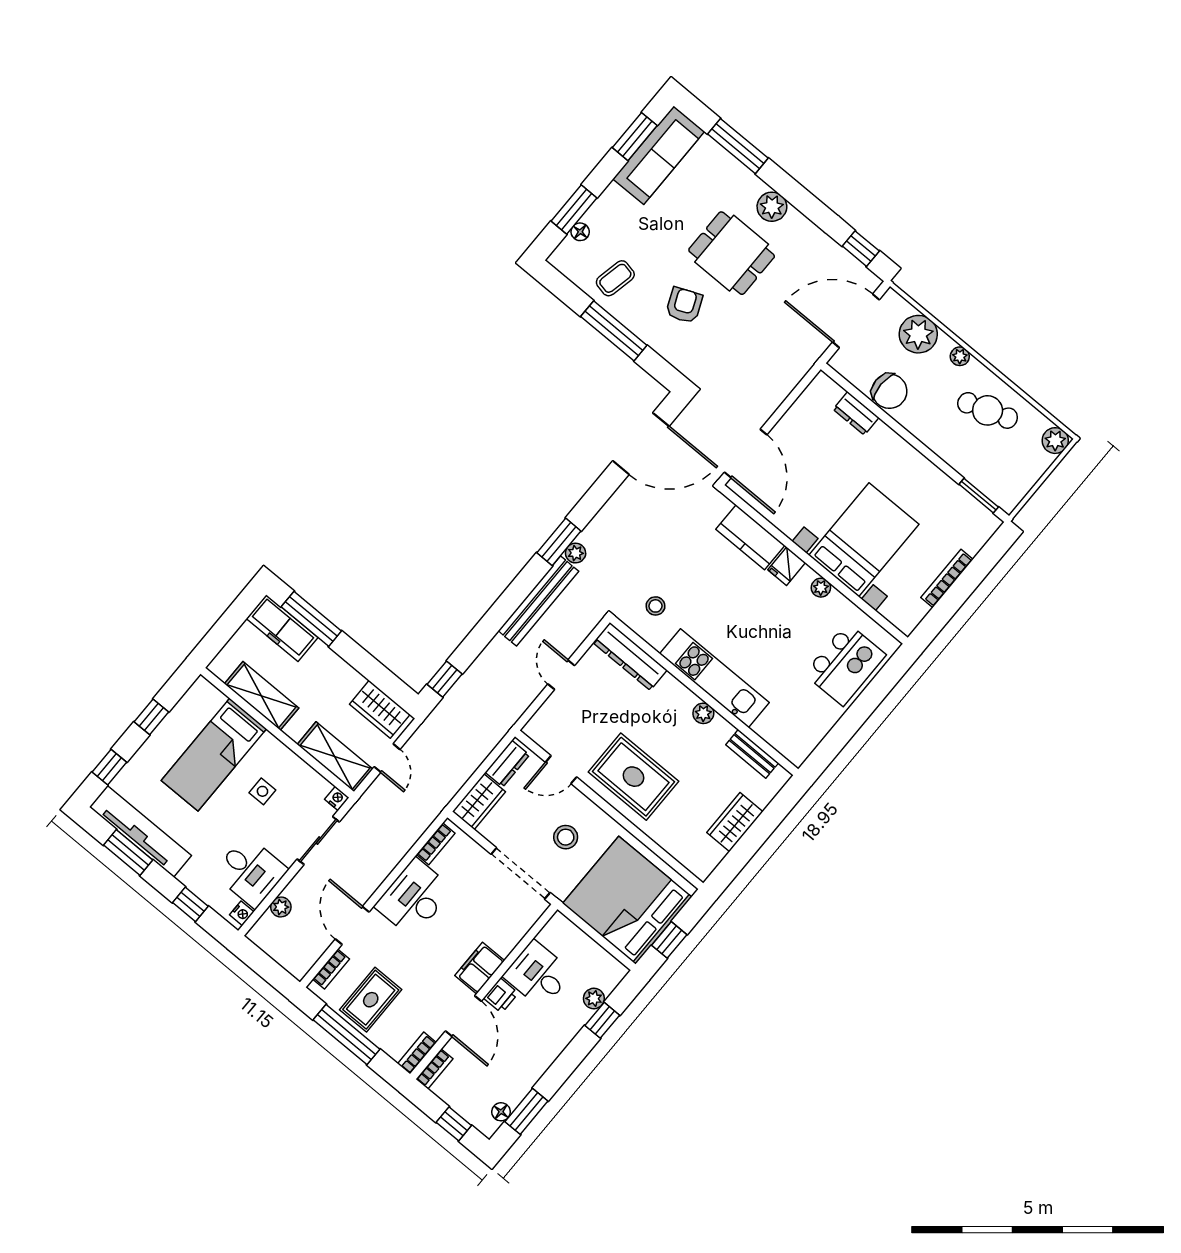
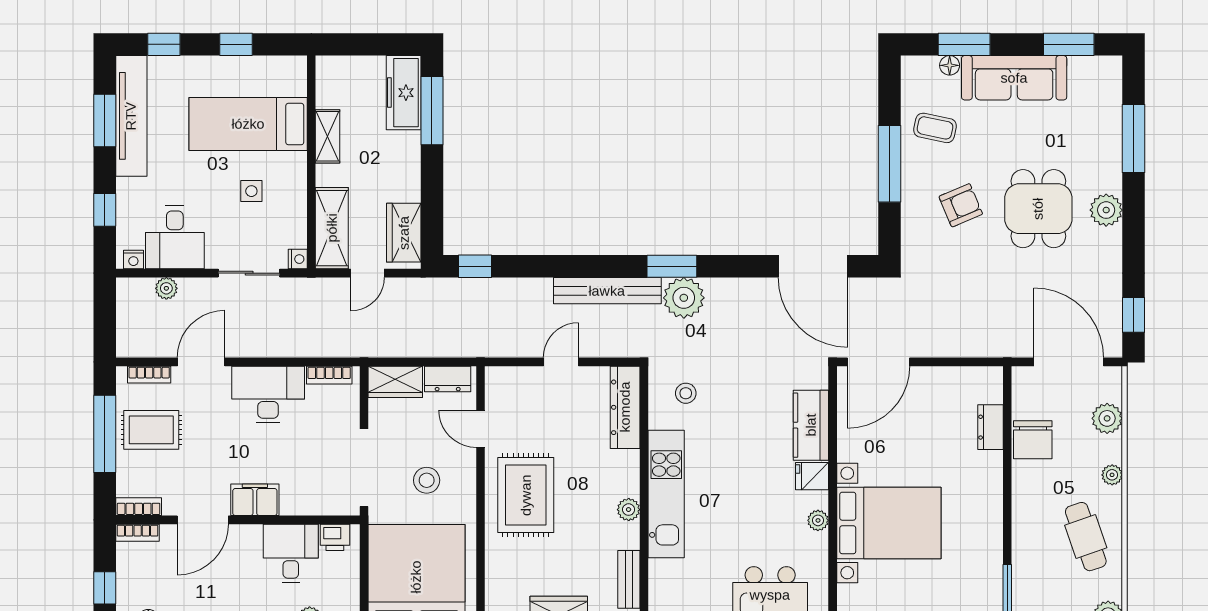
sofa: (659, 155) -> (1014, 78), moved
plant: (918, 334) -> (1107, 418), width x0.73, depth x0.73
plant: (576, 553) -> (684, 298), width x1.87, depth x1.87
shelving: (261, 696) -> (328, 136), width x0.67, depth x0.75
printer: (501, 996) -> (335, 537), moved

